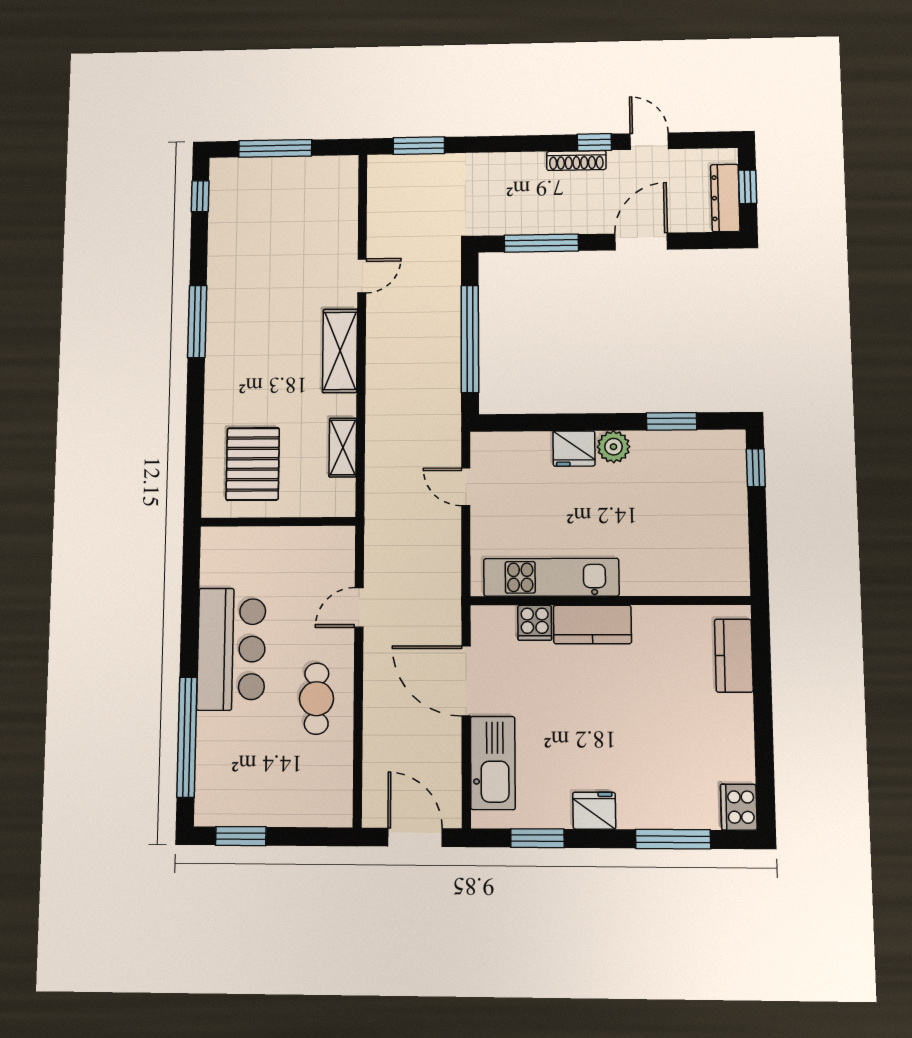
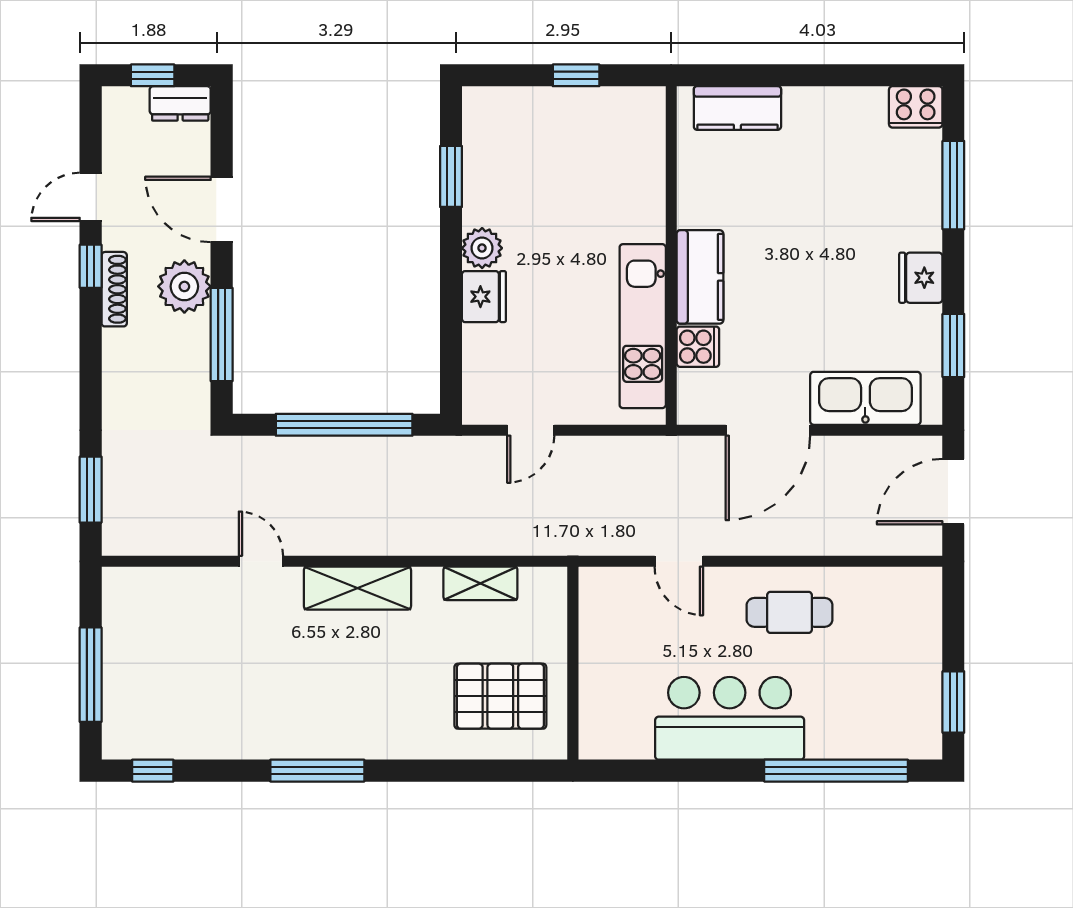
dresser: (725, 198) -> (180, 103), width x0.70
plant: (579, 214) -> (184, 286), added
window: (756, 468) -> (576, 75), moved

